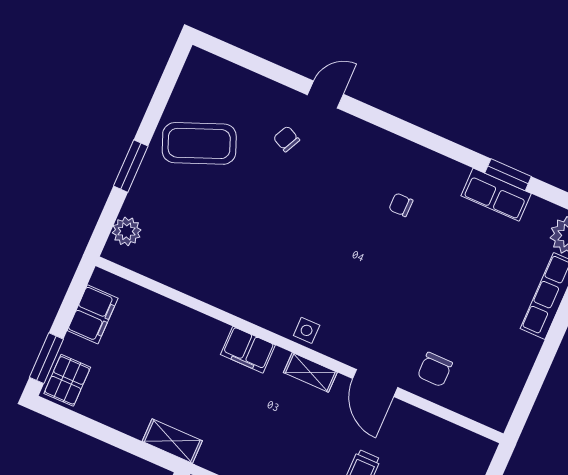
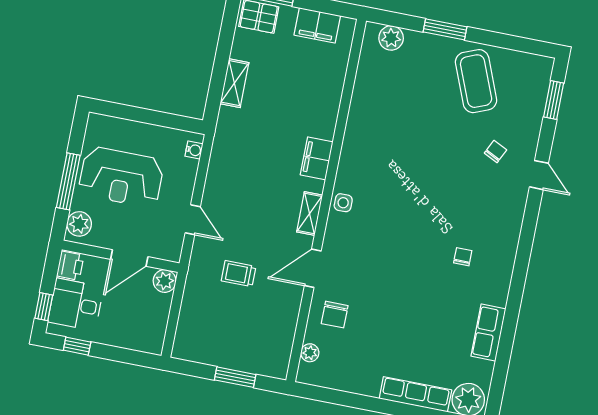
window: (508, 175) -> (554, 100), moved
chair: (435, 370) -> (335, 315), turned -90
plant: (473, 408) -> (310, 353), added
shelving: (172, 441) -> (234, 83), moved

